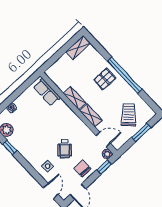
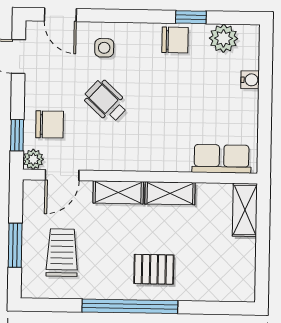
shelving: (78, 48) -> (245, 210), moved
pallet: (105, 79) -> (154, 269), turned 90
trolley: (129, 115) -> (62, 253), turned -135
chair: (22, 145) -> (175, 40), added
chair: (82, 168) -> (50, 124), moved

